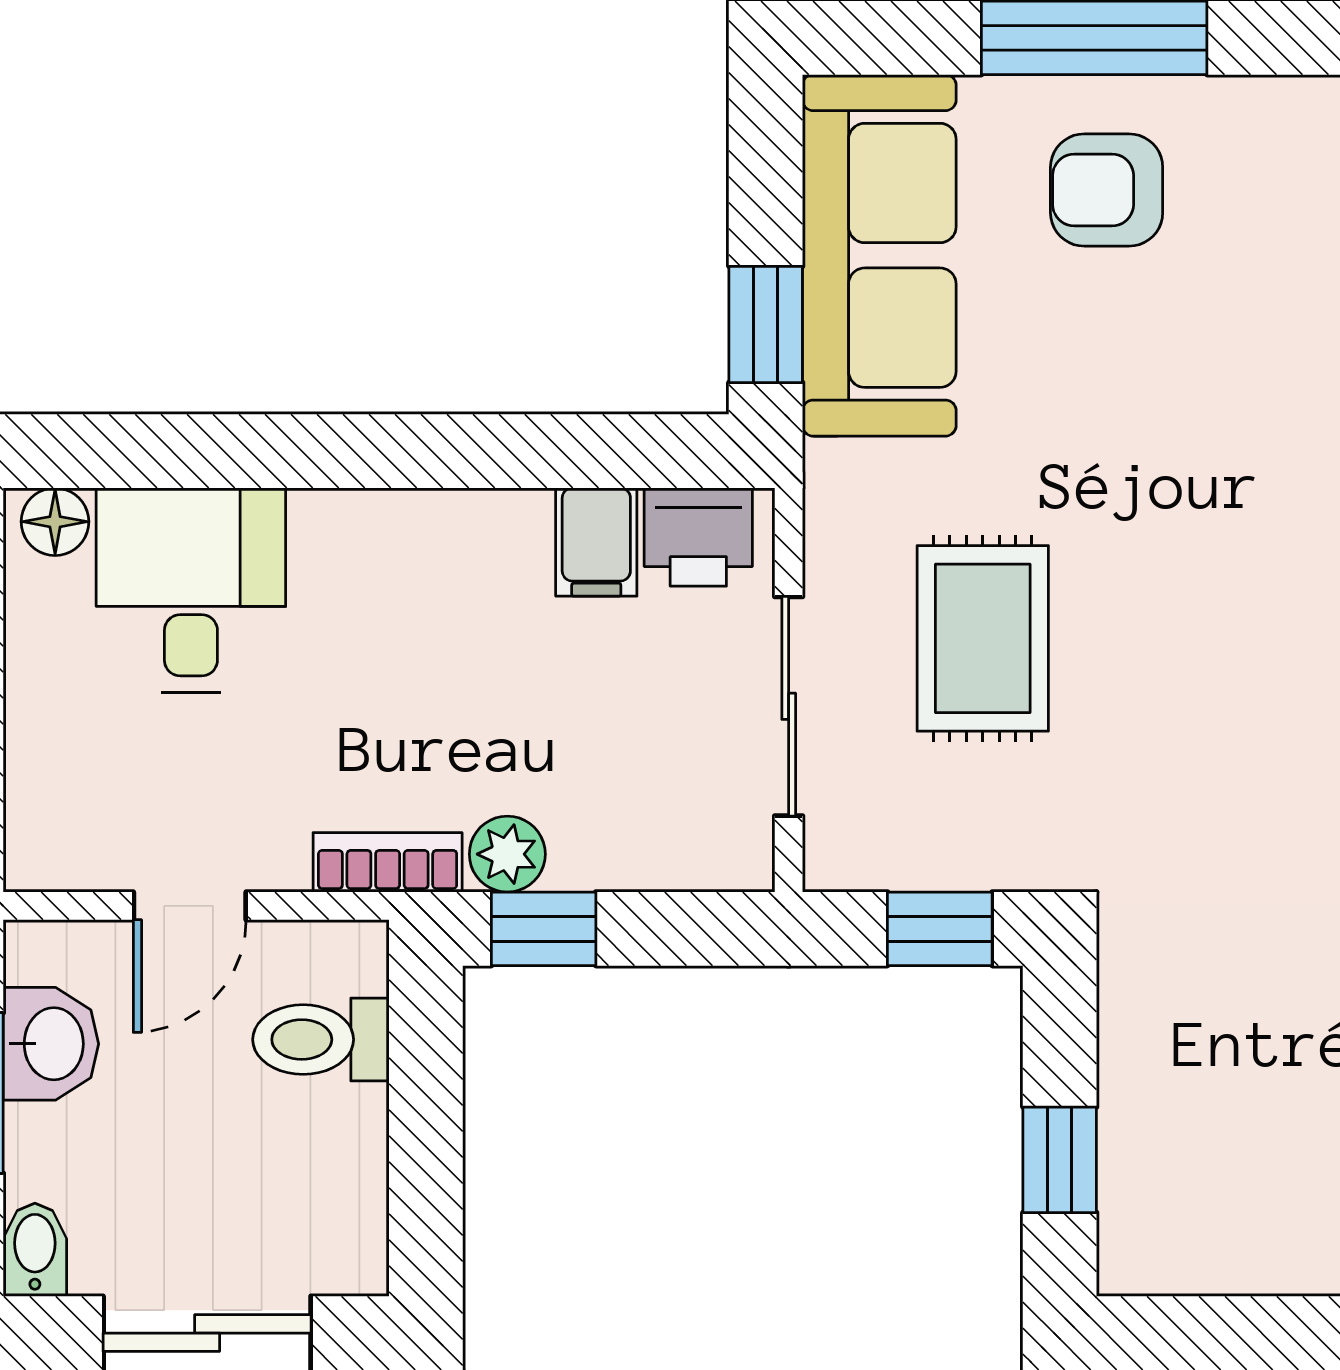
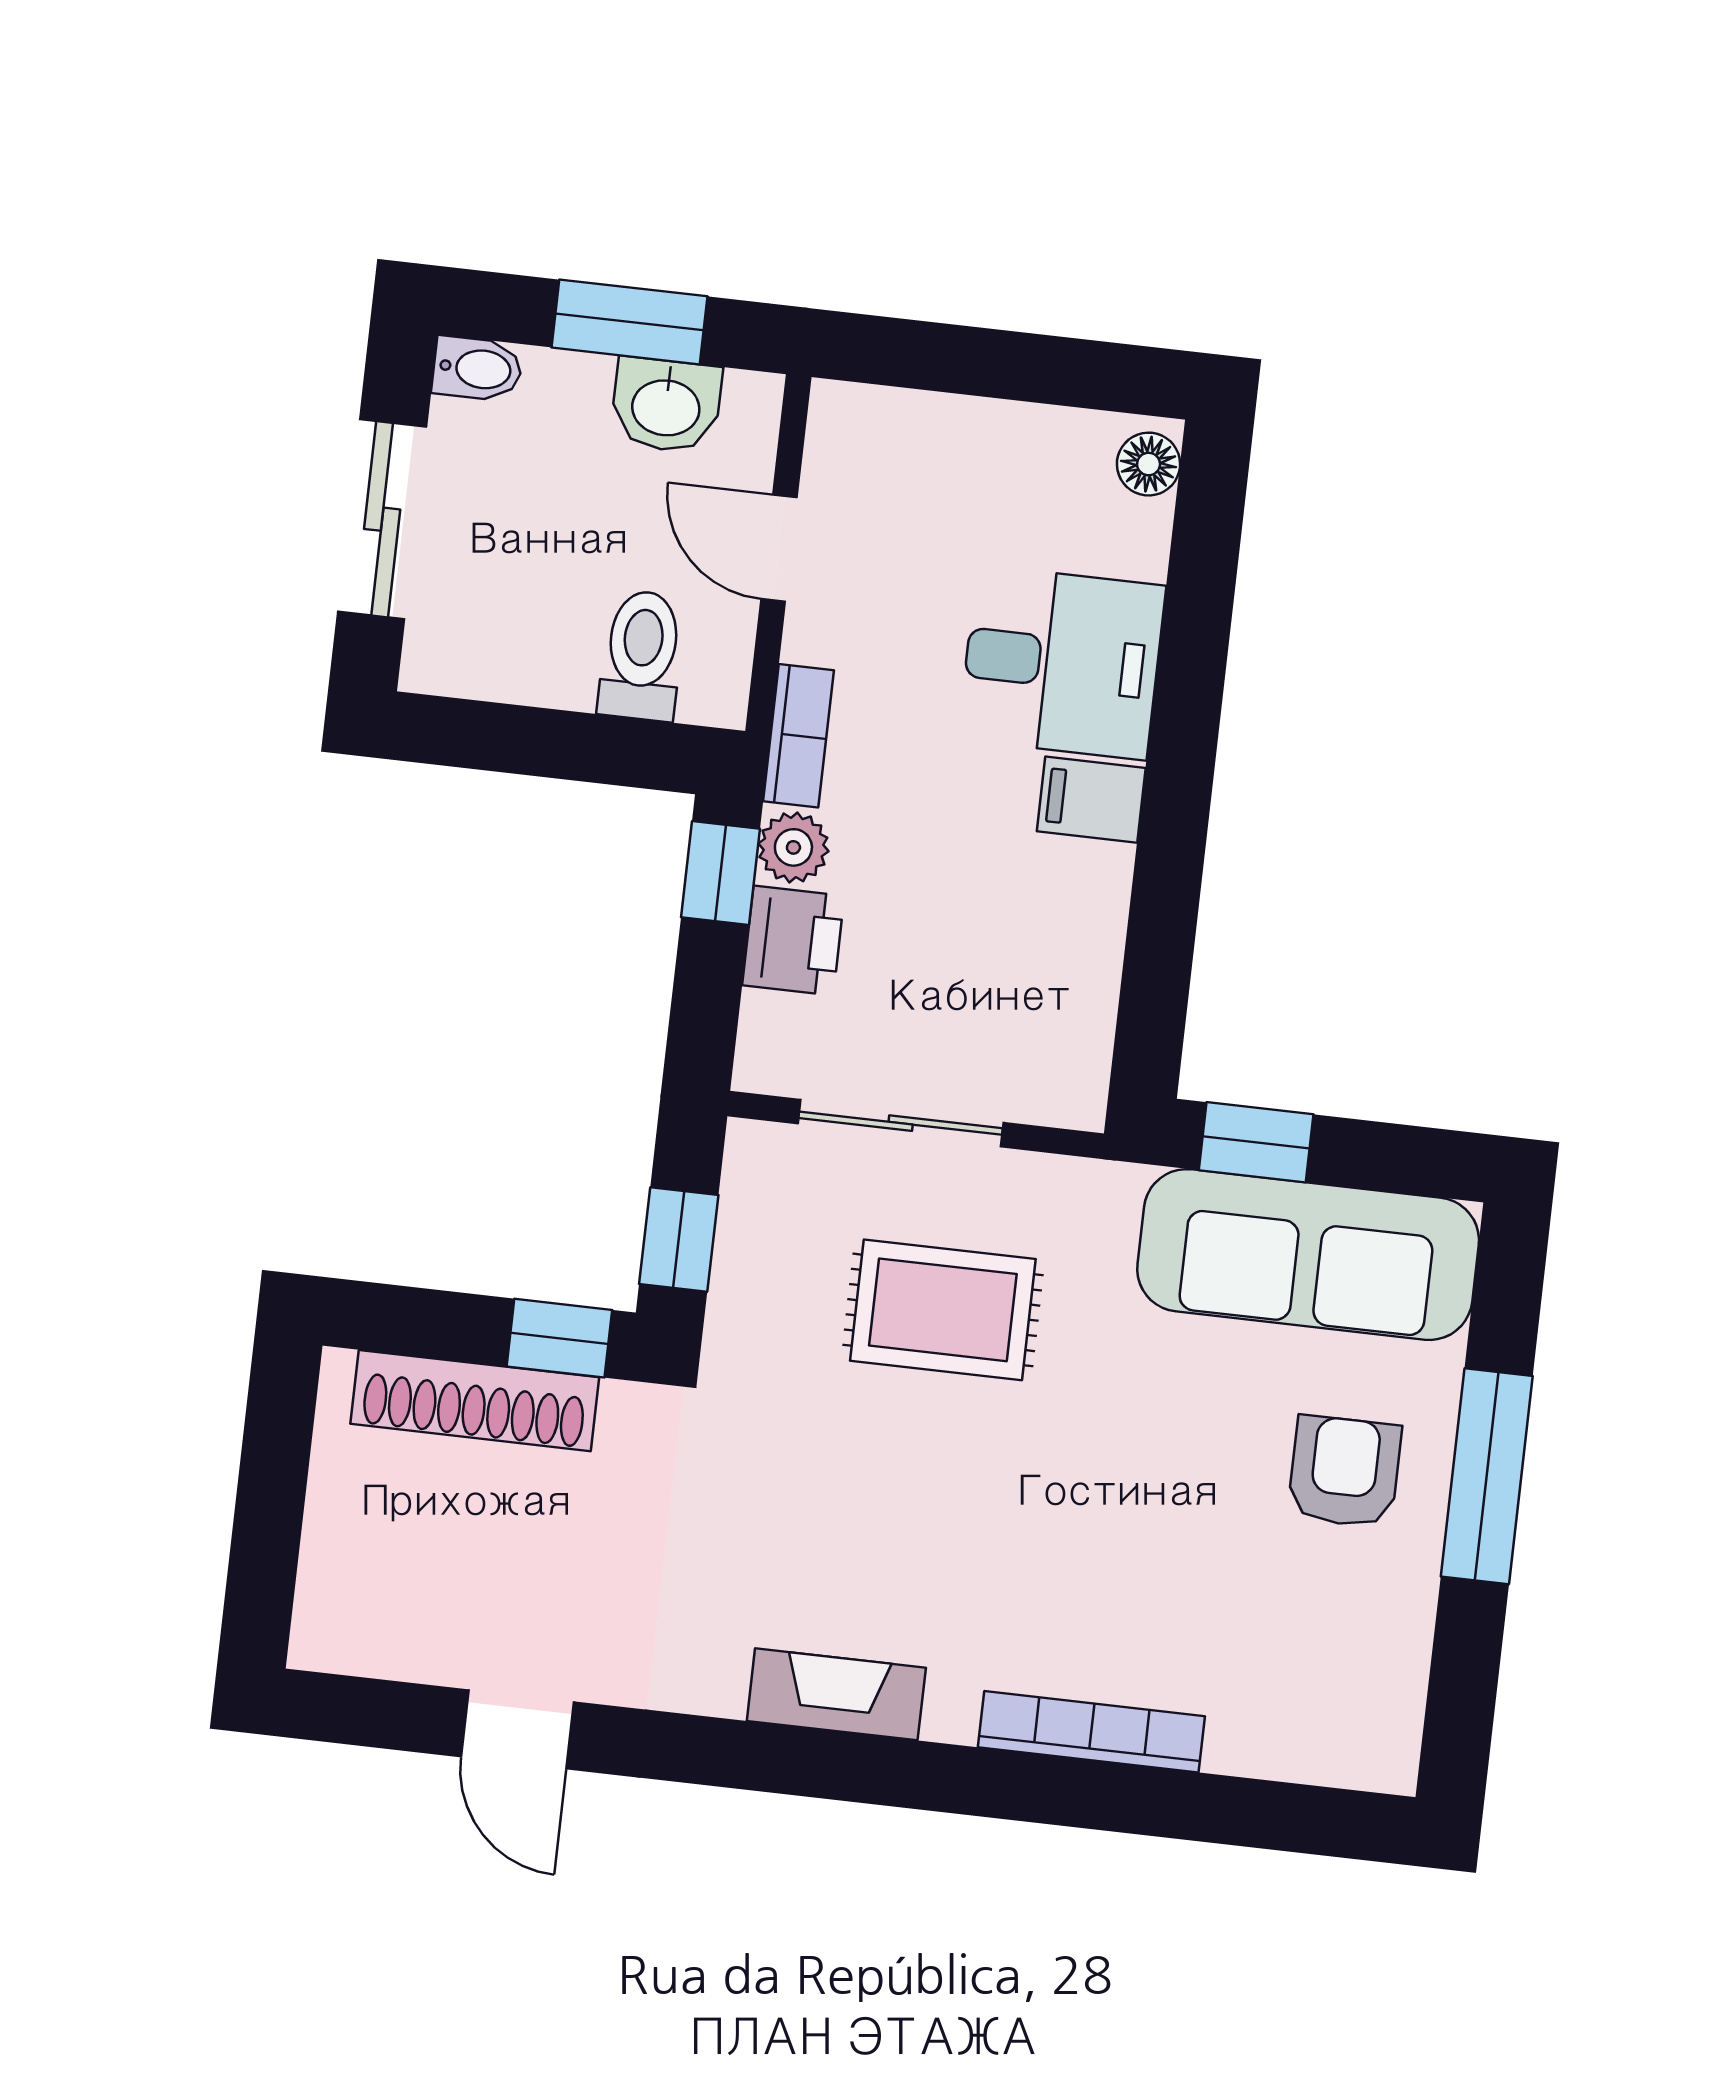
printer: (698, 537) -> (793, 941), moved, turned 180
filing cabinet: (596, 542) -> (1091, 800), moved
desk: (191, 590) -> (1062, 663), moved
shoe rack: (1137, 1127) -> (475, 1401), added
window: (1060, 1160) -> (559, 1338), moved

